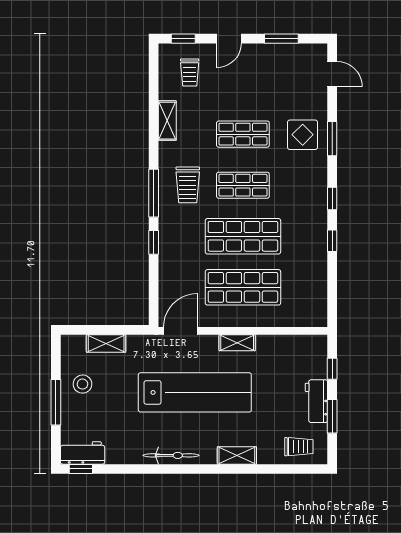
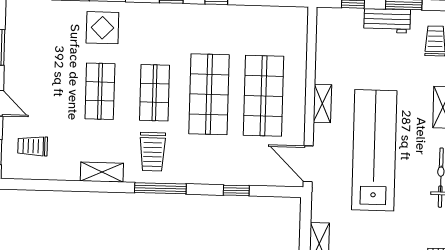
trolley: (190, 72) -> (33, 146), turned 180
shelving: (167, 121) -> (102, 172), moved
trolley: (188, 185) -> (153, 152), turned 90
window: (154, 242) -> (236, 190), moved

